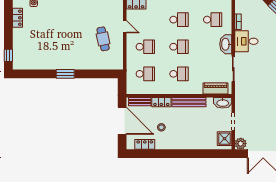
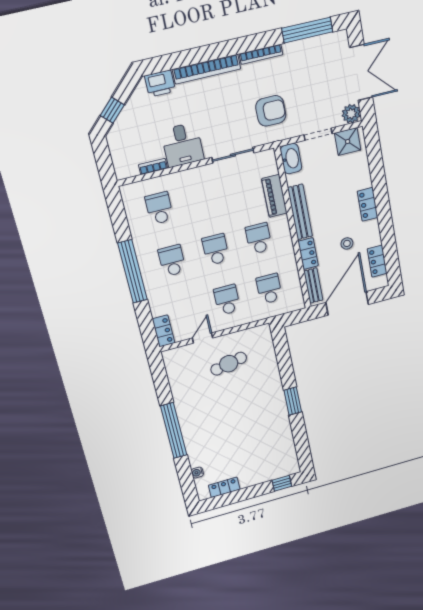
washbasin: (226, 44) -> (195, 177), removed
piano: (216, 88) -> (274, 196), moved
armchair: (254, 96) -> (271, 111), added
locker: (183, 144) -> (368, 204), added

